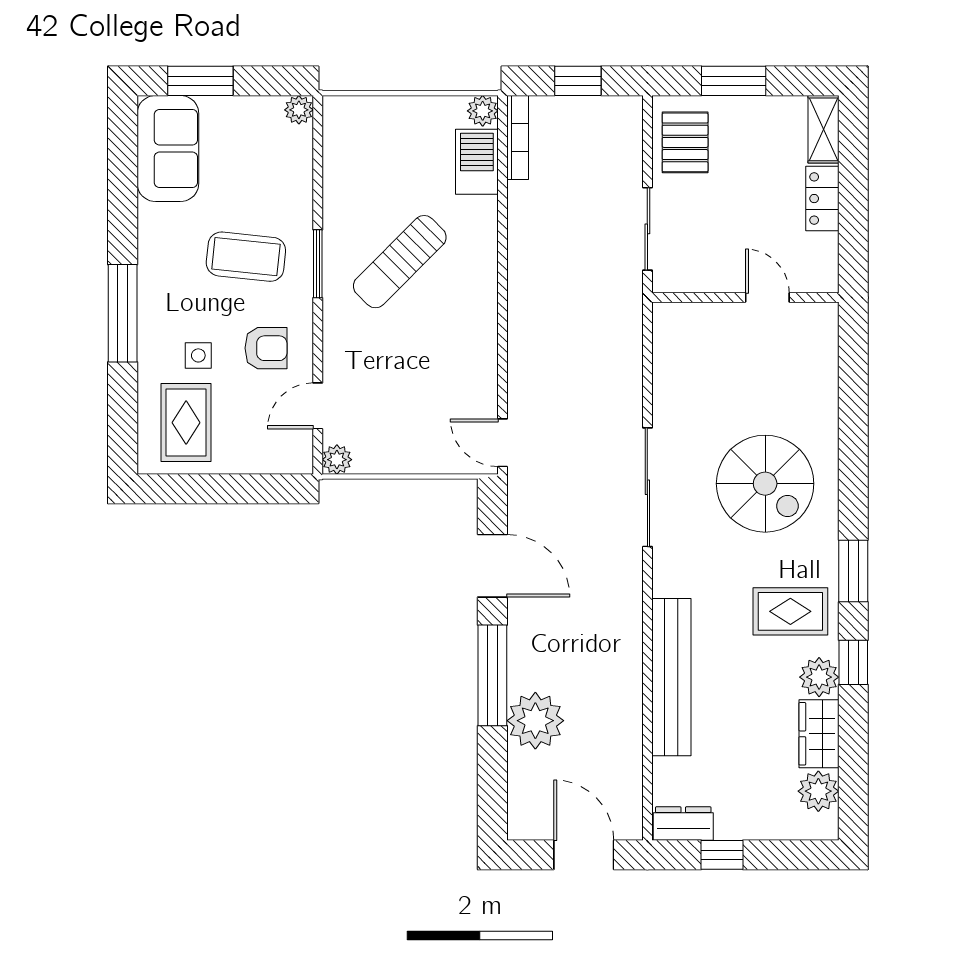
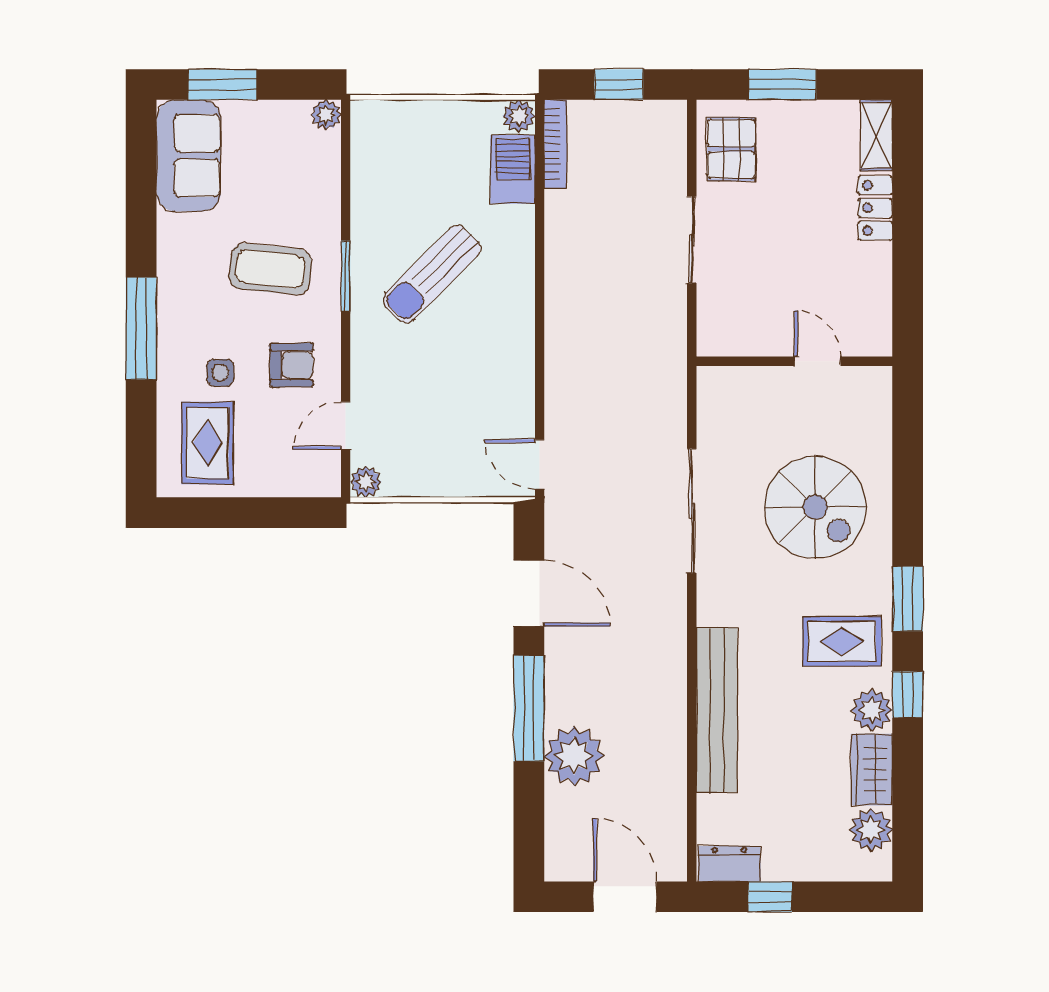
wall: (745, 298) -> (794, 361), moved
door: (767, 298) -> (818, 361), moved

